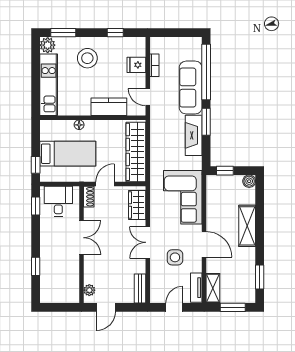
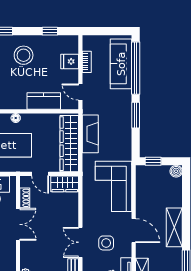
sofa: (191, 88) -> (121, 64), moved
fireplace: (194, 135) -> (90, 134), moved, turned 180
door: (105, 184) -> (40, 174), swing flipped
shoe rack: (89, 197) -> (25, 198), moved
wardrobe: (137, 205) -> (65, 184), moved, turned -90
shelving: (247, 226) -> (174, 227), moved
double door: (148, 242) -> (80, 242), moved

